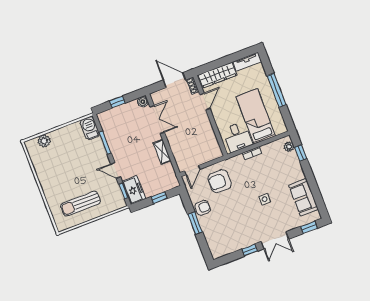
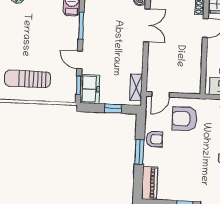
shelving: (162, 152) -> (136, 87), moved
piano: (214, 244) -> (150, 183), added

